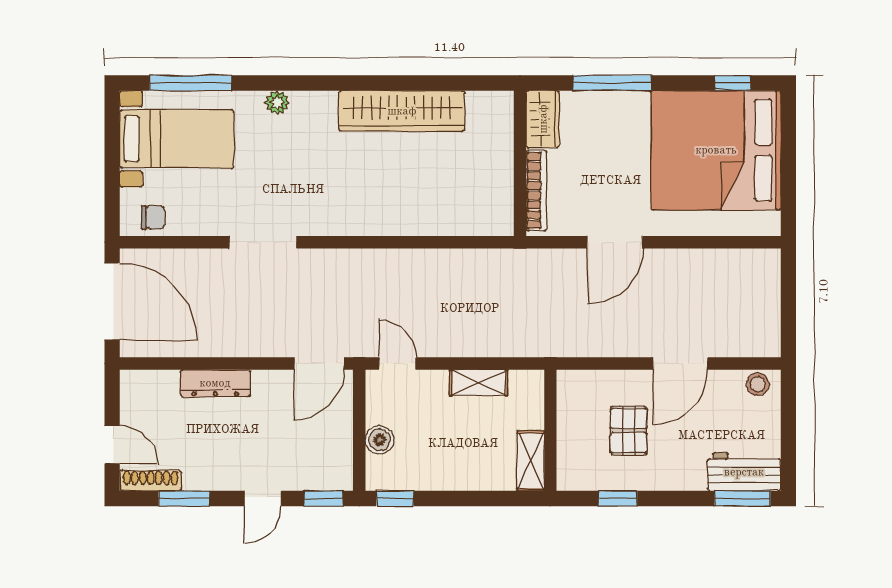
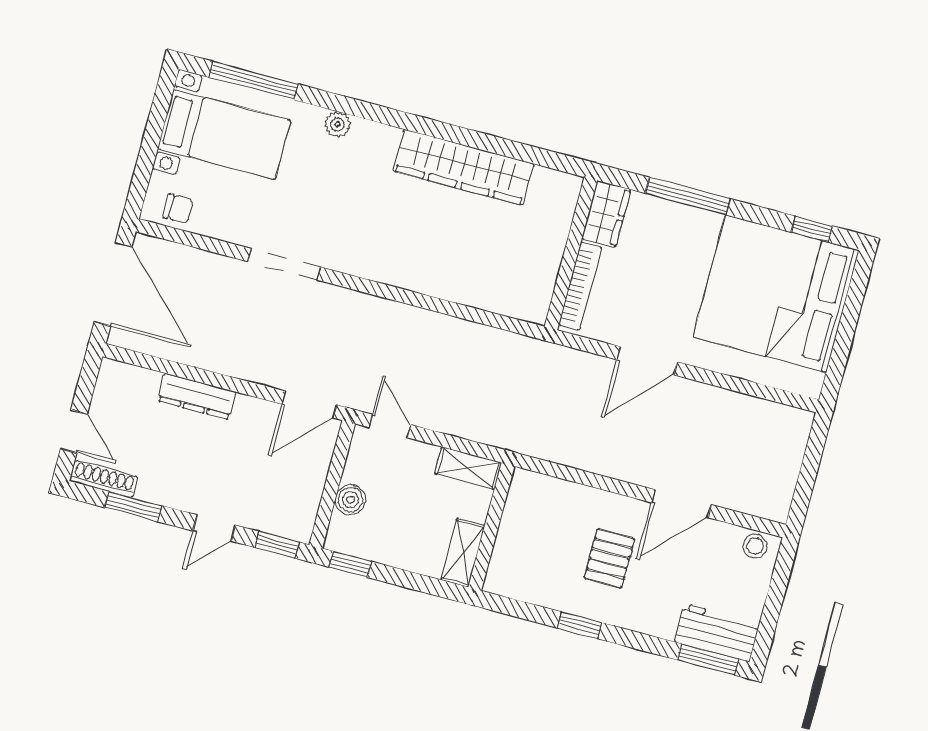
wall: (550, 430) -> (491, 527), moved
shelving: (531, 461) -> (463, 553), moved

